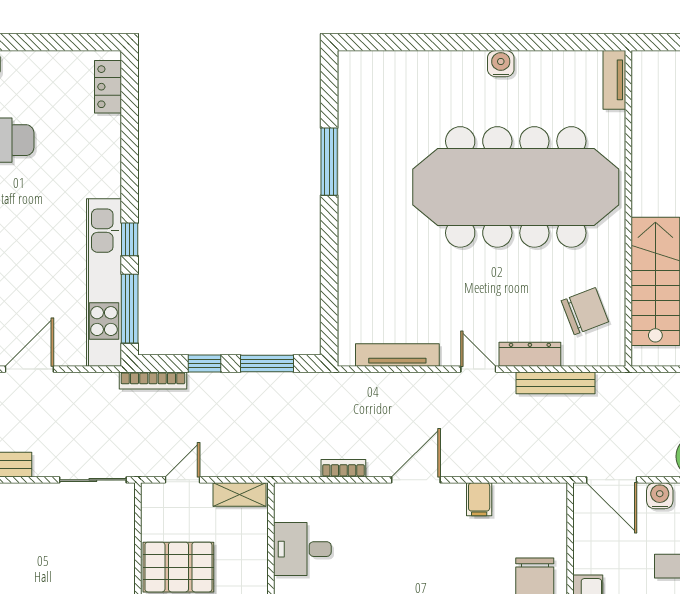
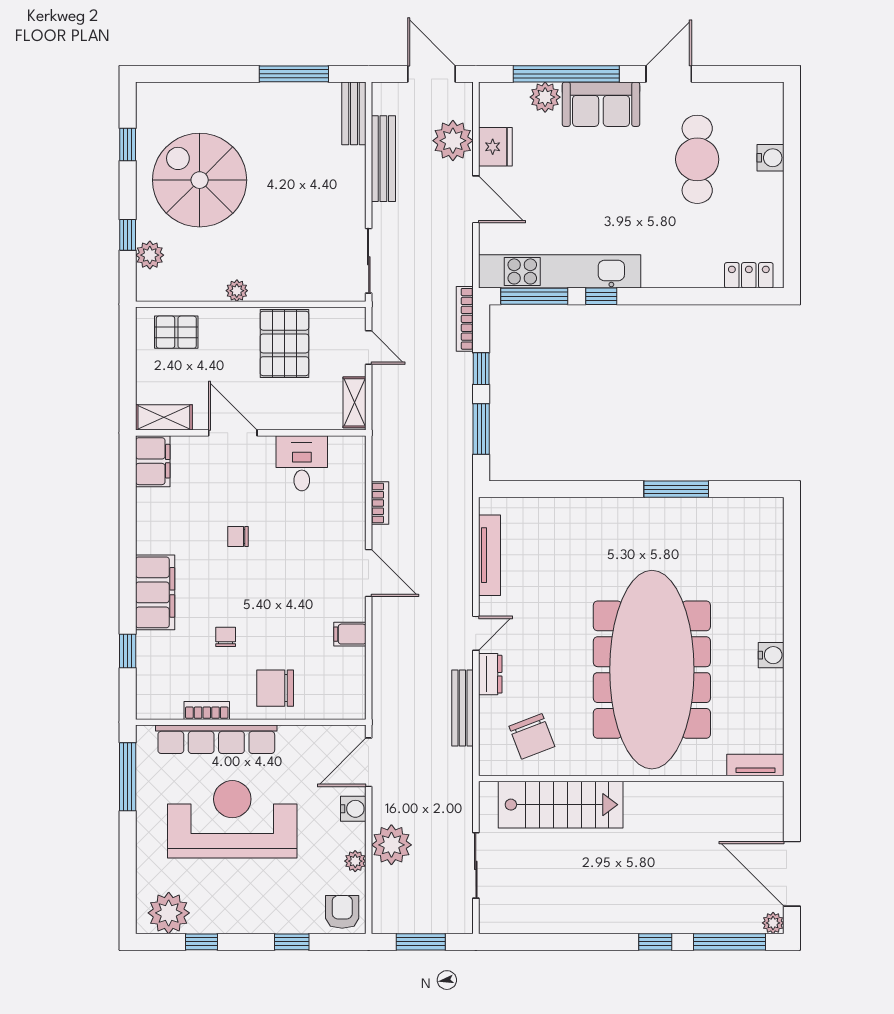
dresser: (530, 354) -> (490, 674), width x0.70

